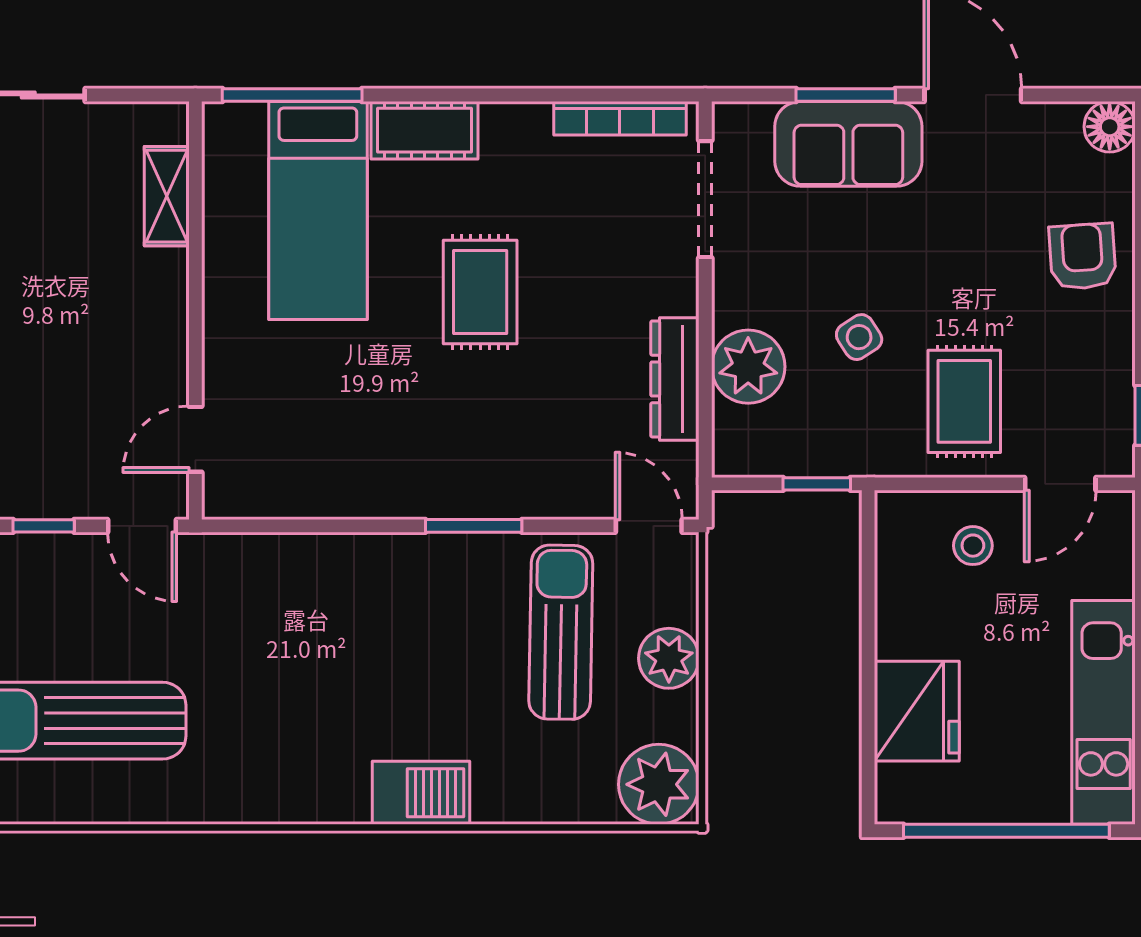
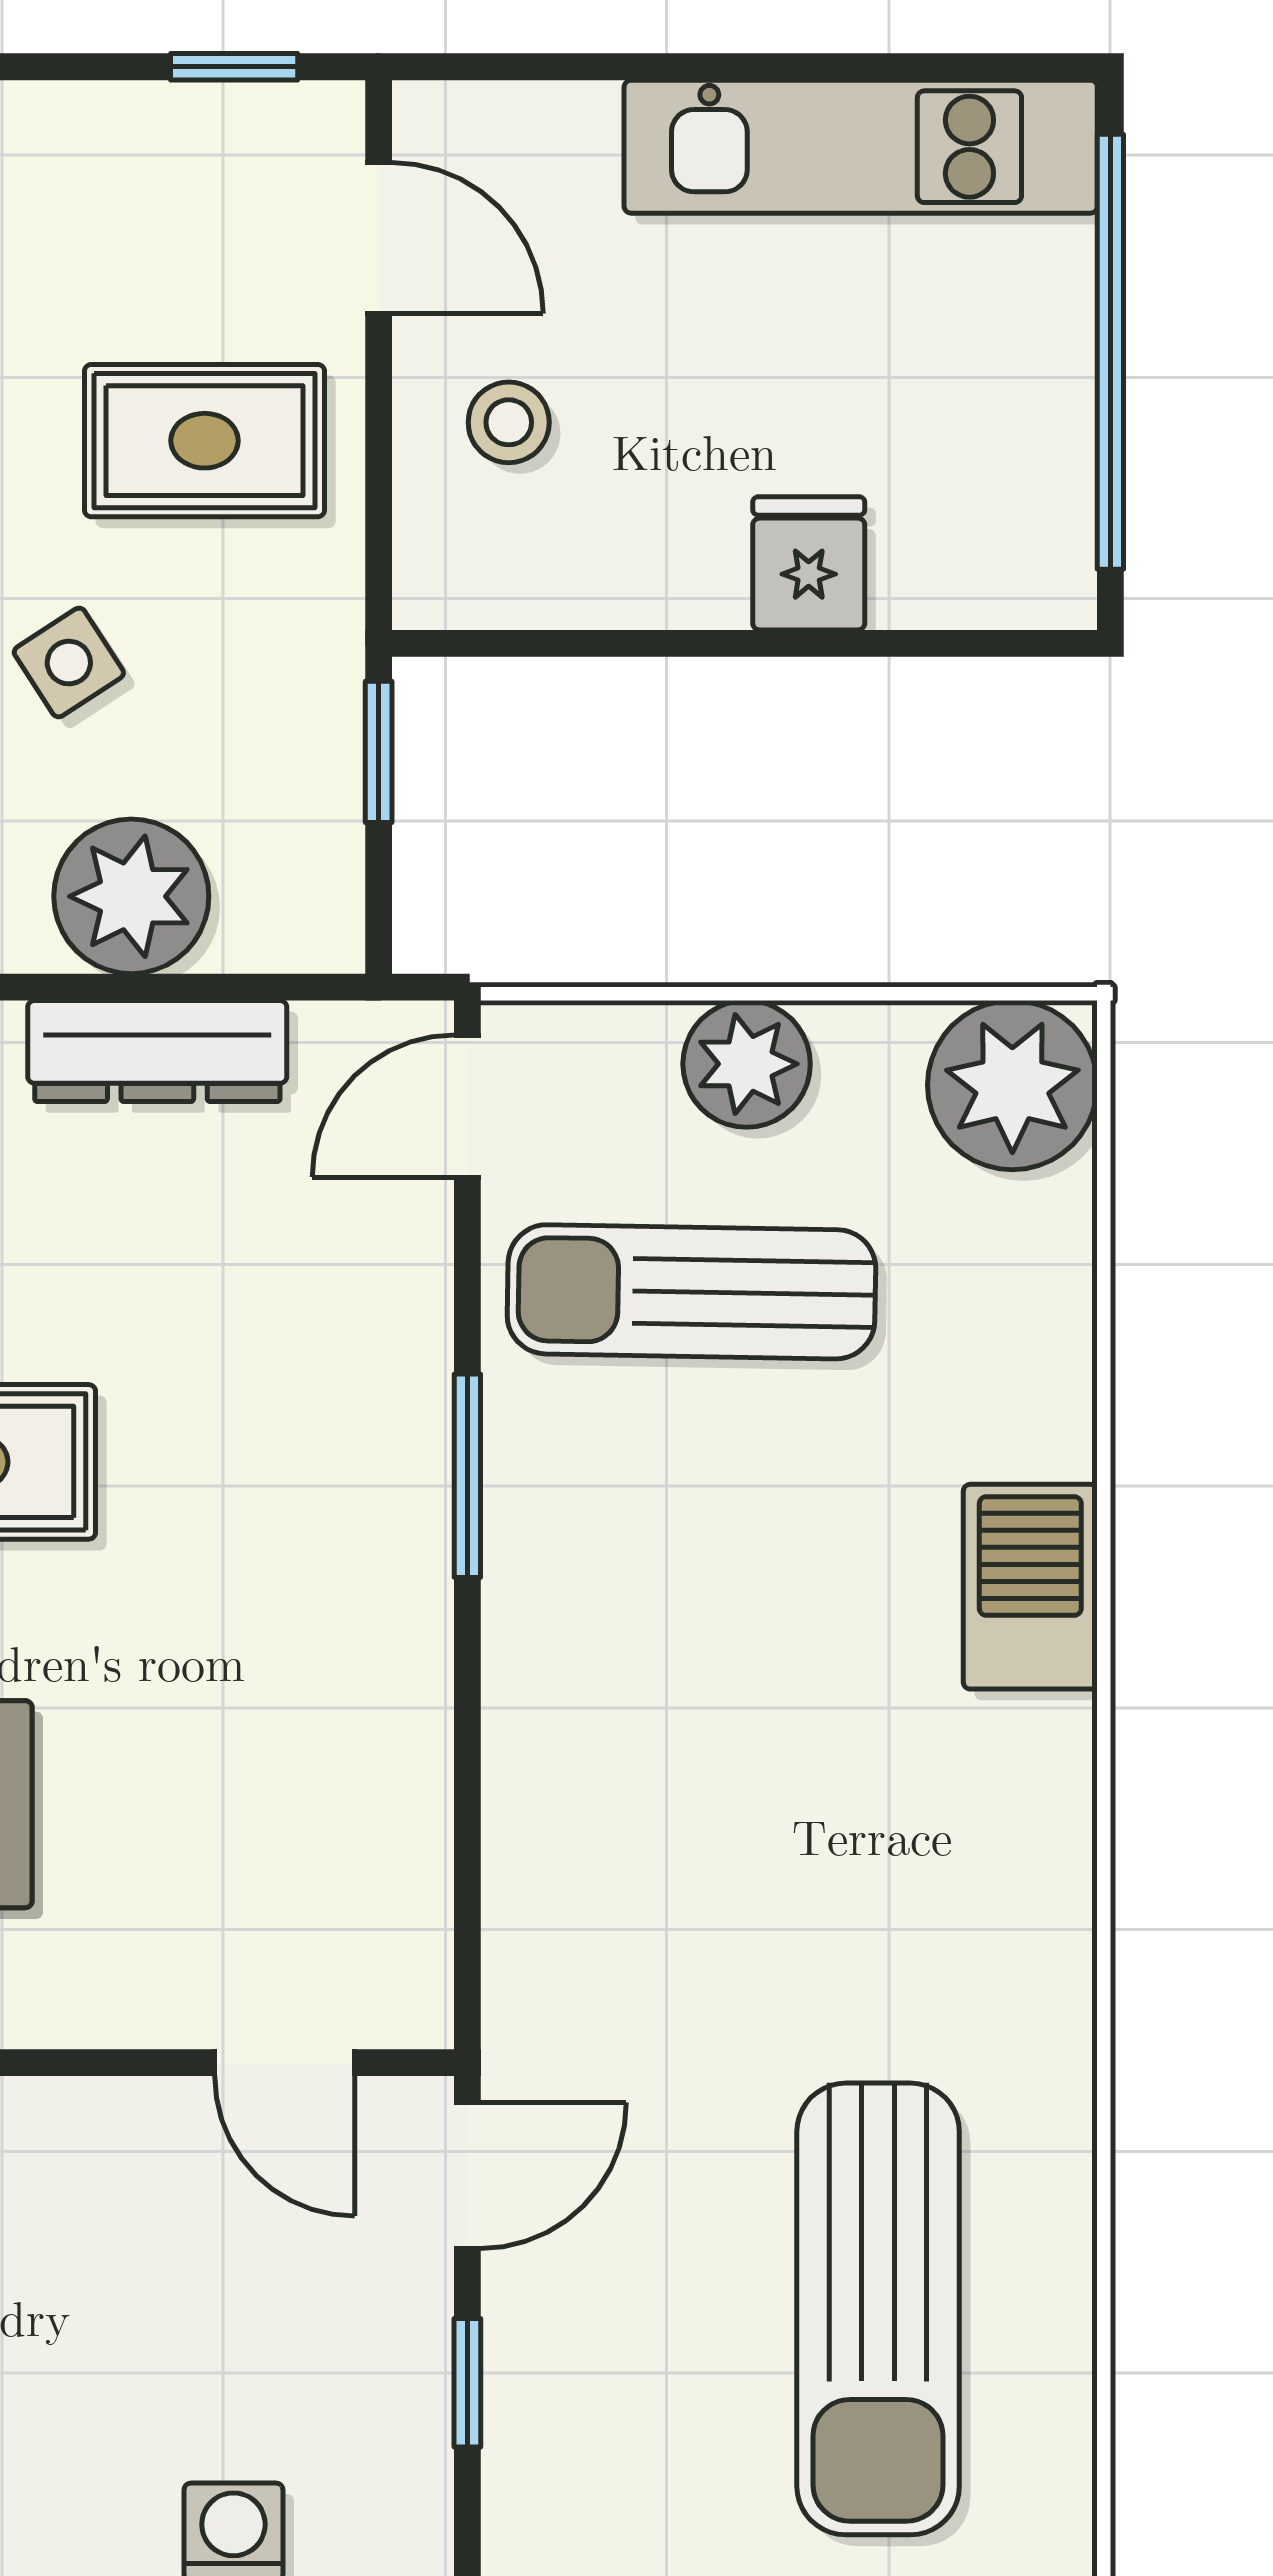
fridge: (917, 711) -> (809, 563), width x0.53, depth x0.75

